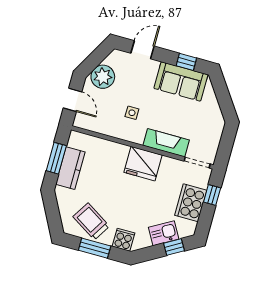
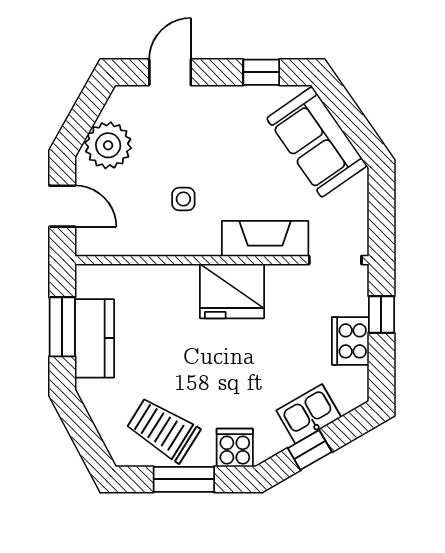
sofa: (181, 81) -> (317, 142), moved, turned 55
cooker: (191, 203) -> (350, 341), width x0.73, depth x0.76
window: (174, 247) -> (310, 450), moved

